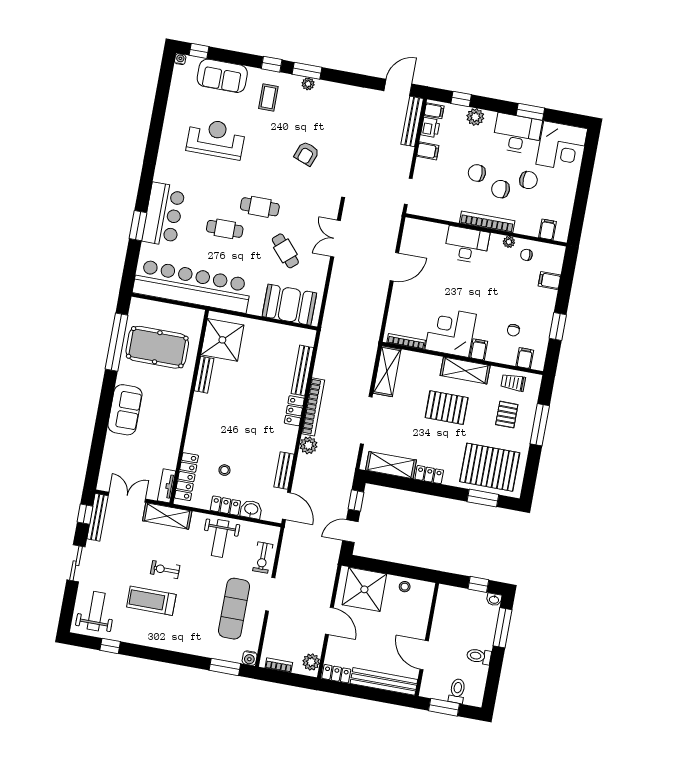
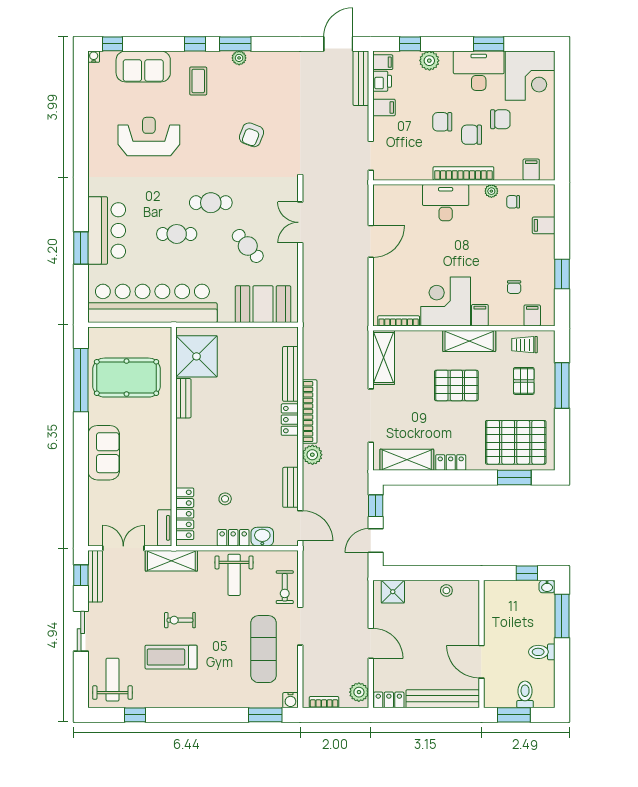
shower: (364, 589) -> (393, 592), width x0.54, depth x0.54

